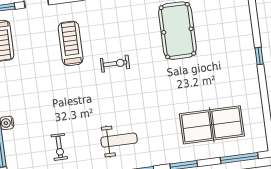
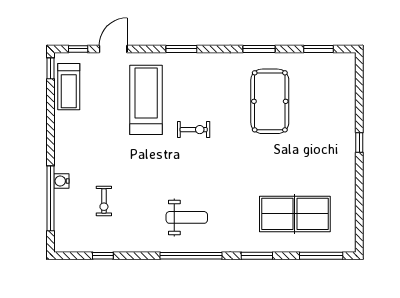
treadmill: (71, 43) -> (146, 100), width x1.37, depth x1.38
exercise bike: (59, 147) -> (104, 201), moved

